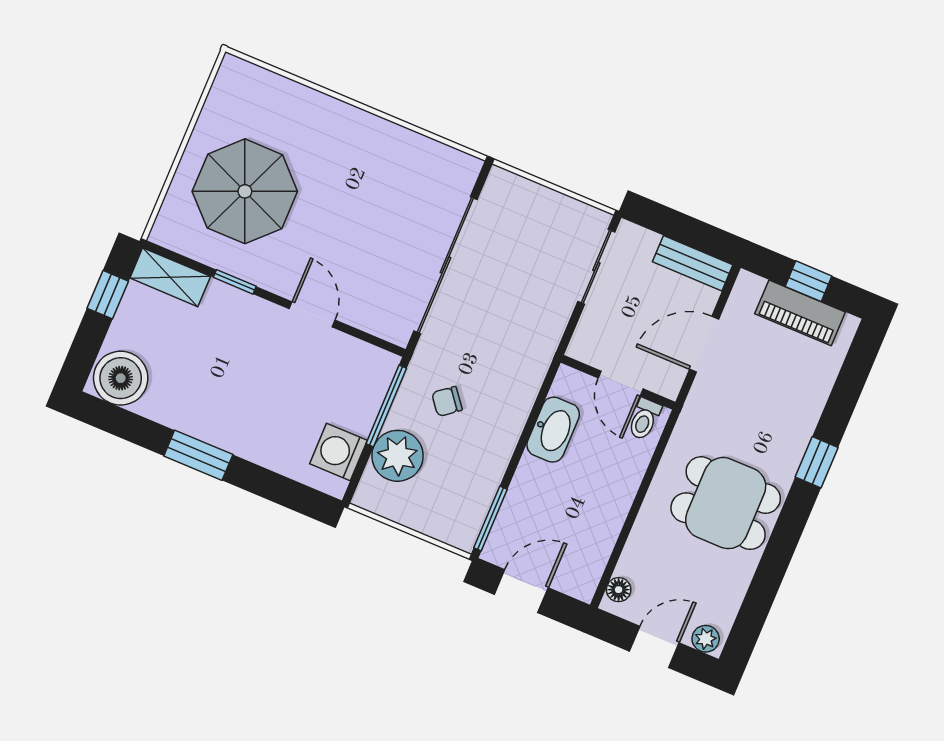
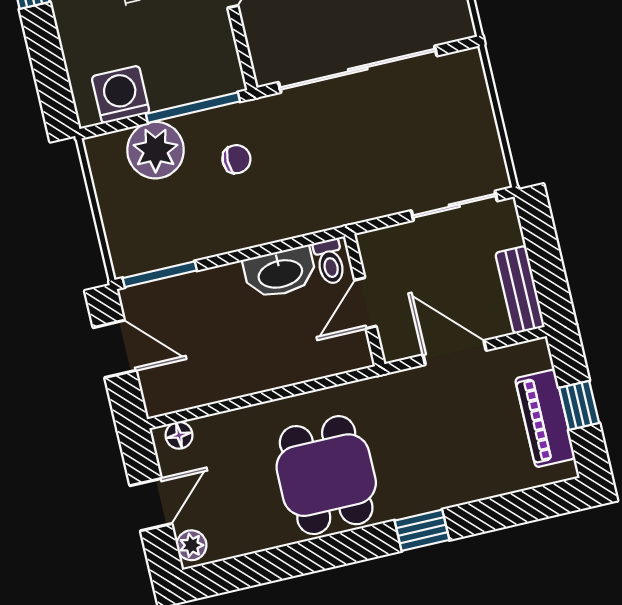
chair: (447, 401) -> (236, 159), turned 128
toilet: (644, 419) -> (330, 262), moved, turned -90
door: (654, 647) -> (151, 505), hinge flipped

